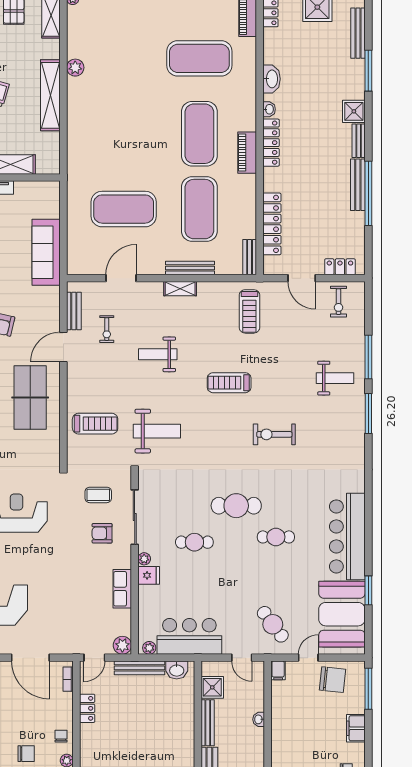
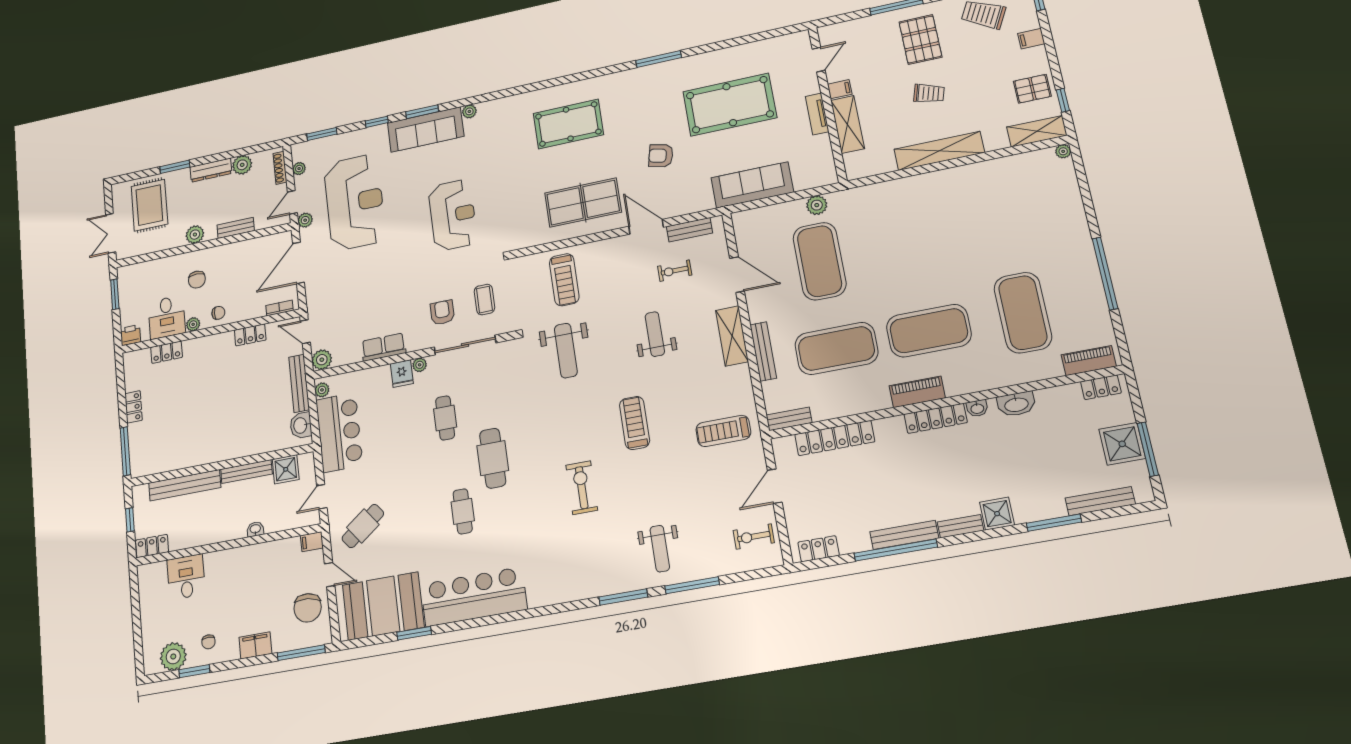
plant: (75, 68) -> (817, 205), moved
locker: (340, 267) -> (819, 549), moved, turned -90
shelving: (180, 289) -> (732, 336), width x1.50, depth x1.33

